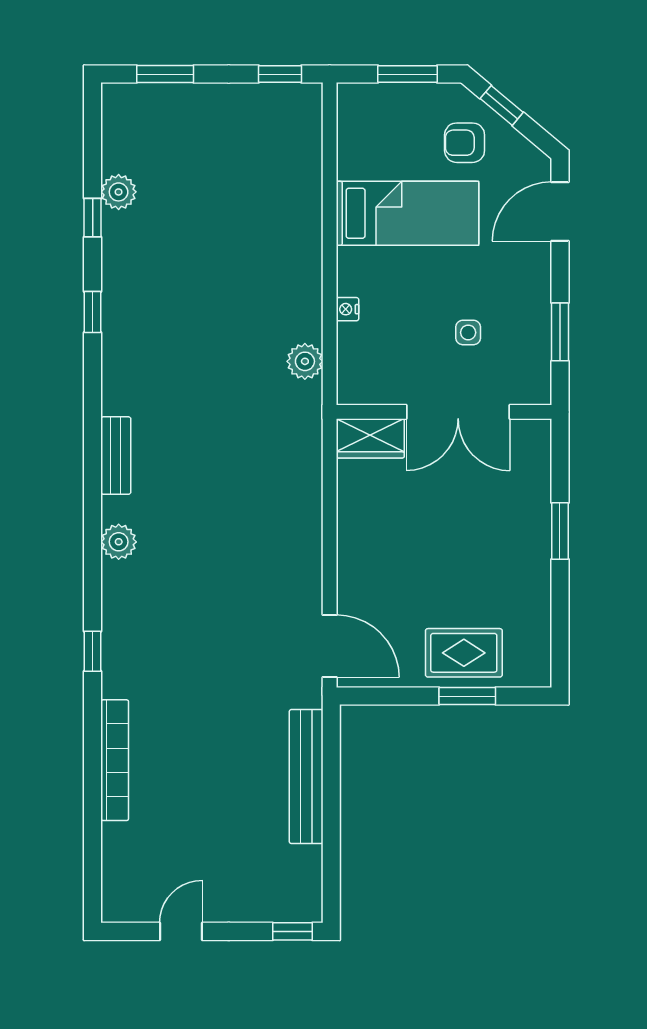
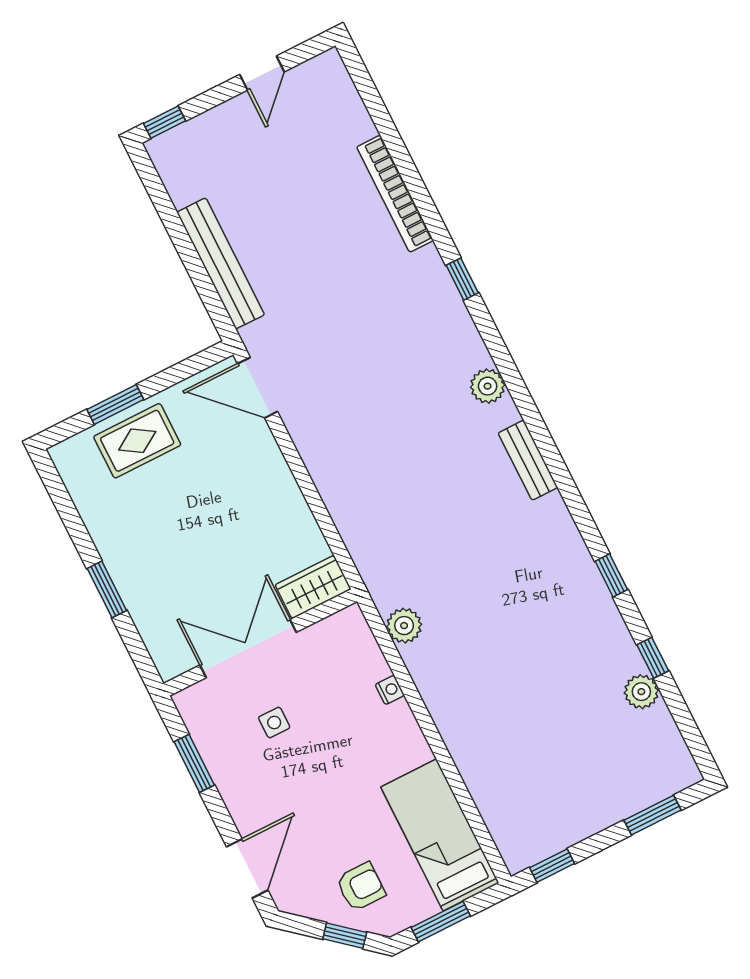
bed: (408, 213) -> (440, 835), moved, turned 90

